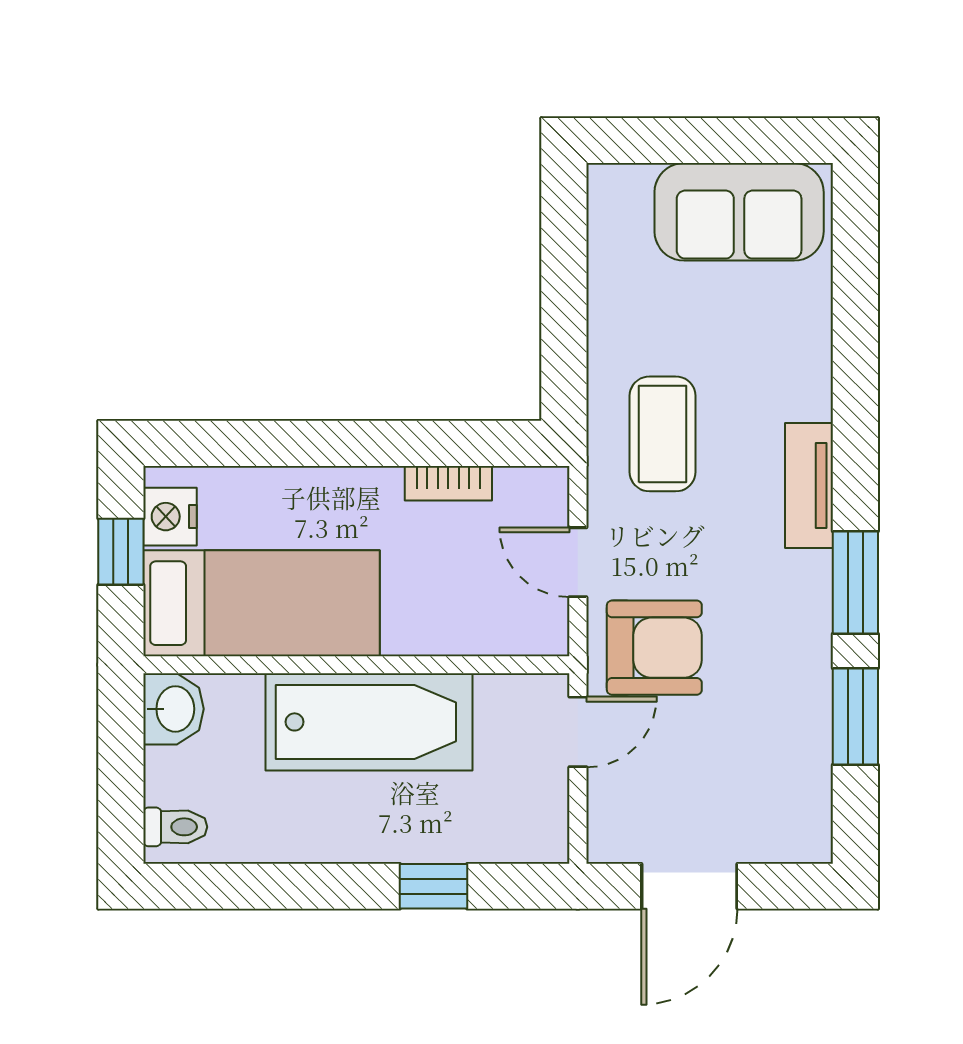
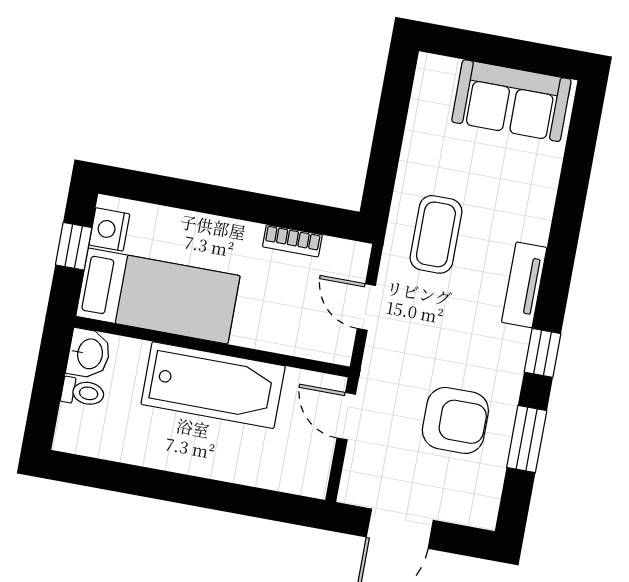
window: (855, 583) -> (542, 353), width x0.67
armchair: (654, 648) -> (455, 420), moved
door: (578, 732) -> (346, 416), swing flipped
toilet: (175, 827) -> (83, 392), moved
window: (433, 886) -> (235, 498), removed

